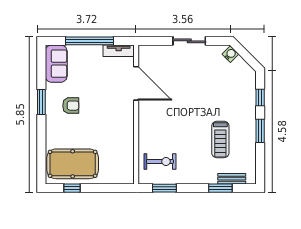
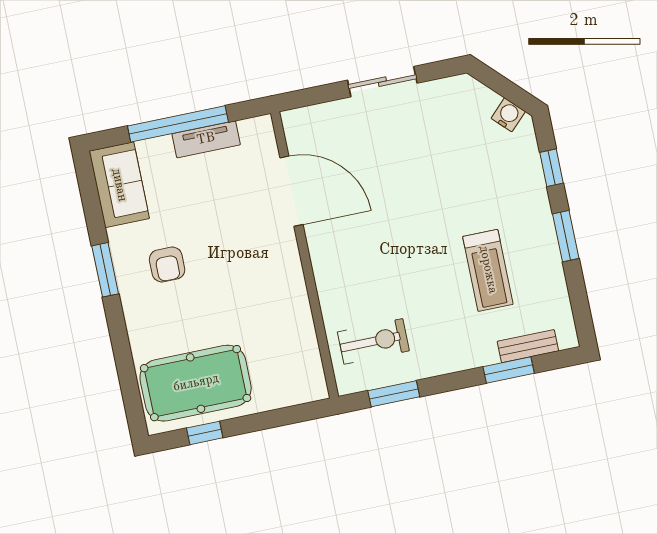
tv unit: (119, 51) -> (206, 139), moved
water cooler: (230, 54) -> (508, 115), moved
armchair: (71, 106) -> (167, 265), turned 90

